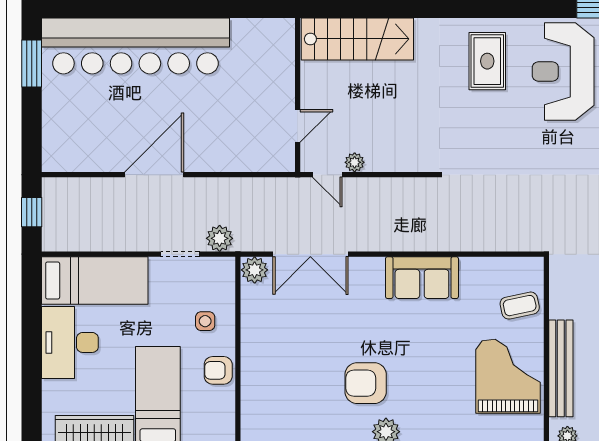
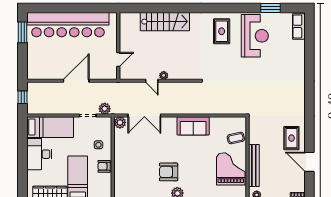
reception desk: (563, 72) -> (255, 36), turned 180
wall: (298, 95) -> (118, 46), moved
door: (298, 126) -> (118, 60), moved

